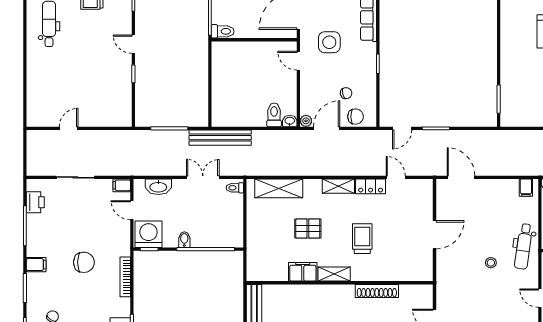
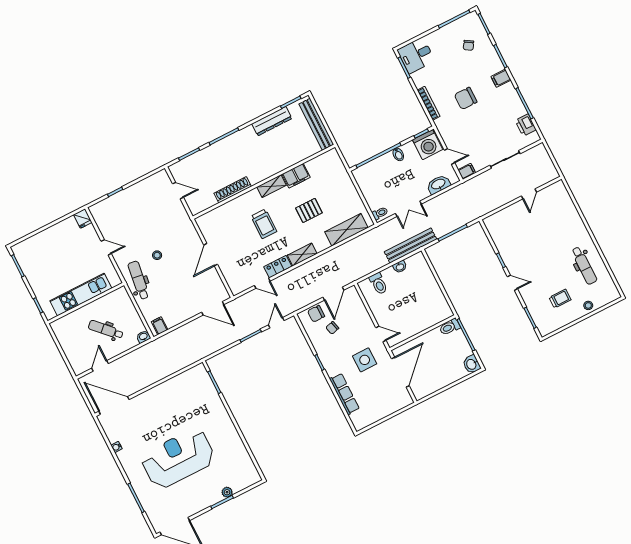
washbasin: (290, 121) -> (400, 267), moved
plant: (306, 121) -> (352, 291), removed

